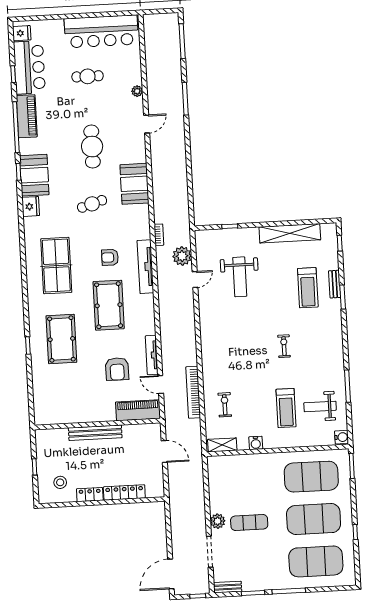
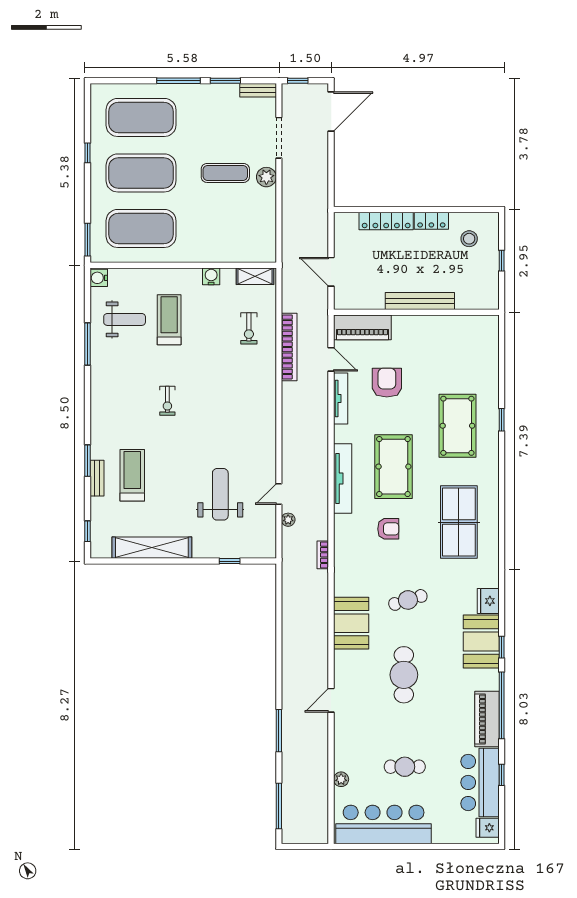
plant: (137, 91) -> (341, 779), moved
plant: (182, 256) -> (288, 520), width x0.53, depth x0.53
tv unit: (145, 267) -> (343, 478), moved

